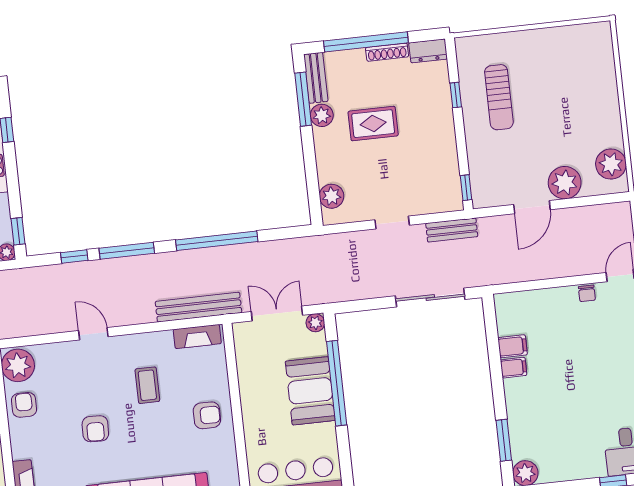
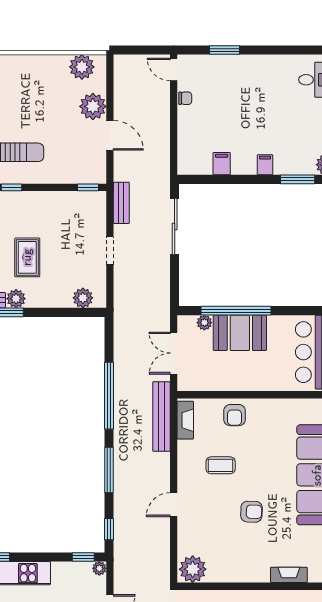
window: (74, 257) -> (109, 529), moved
plant: (315, 323) -> (204, 323), moved
filing cabinet: (514, 368) -> (265, 165), moved
armchair: (24, 405) -> (226, 568), removed
armchair: (207, 415) -> (235, 415), moved, turned 180

